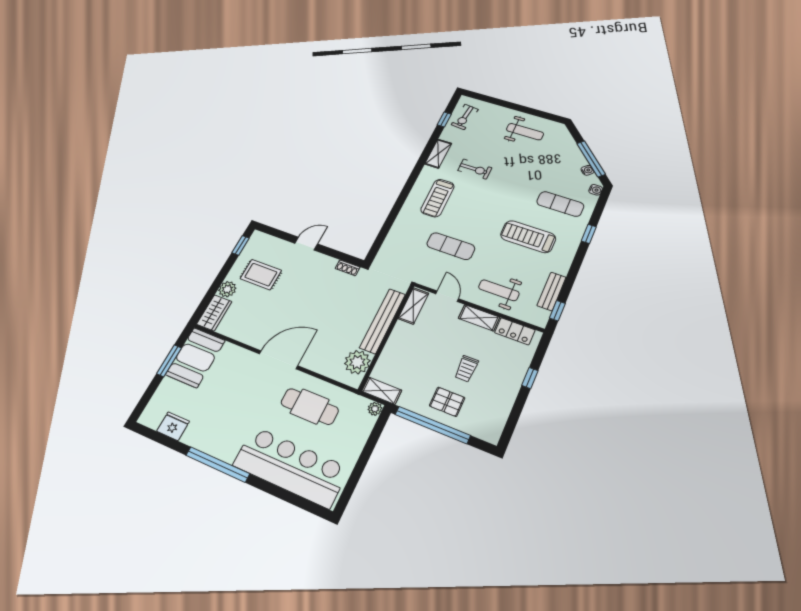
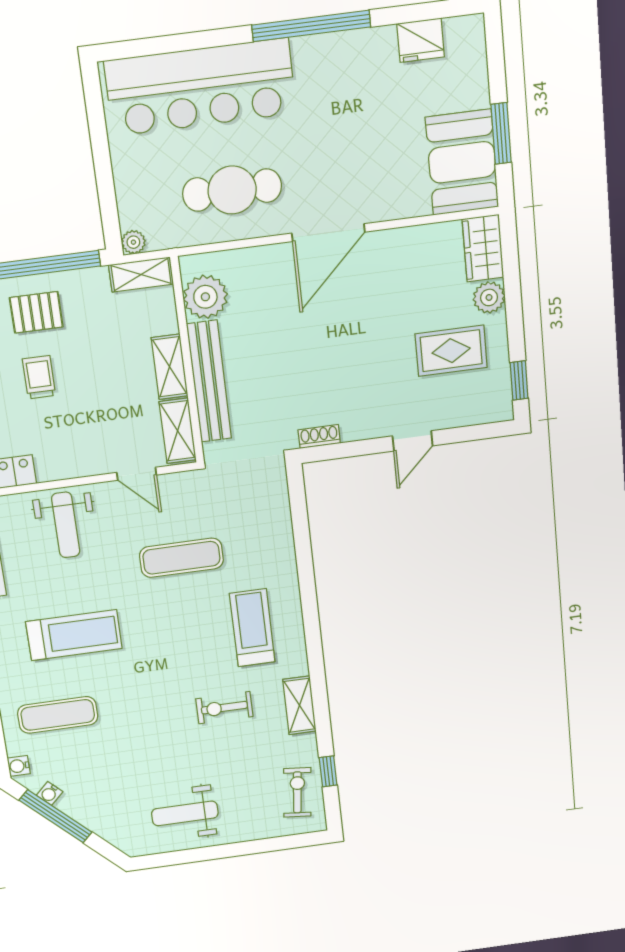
weight bench: (499, 290) -> (66, 525), turned 90
shelving: (479, 318) -> (170, 367), moved, turned 90

